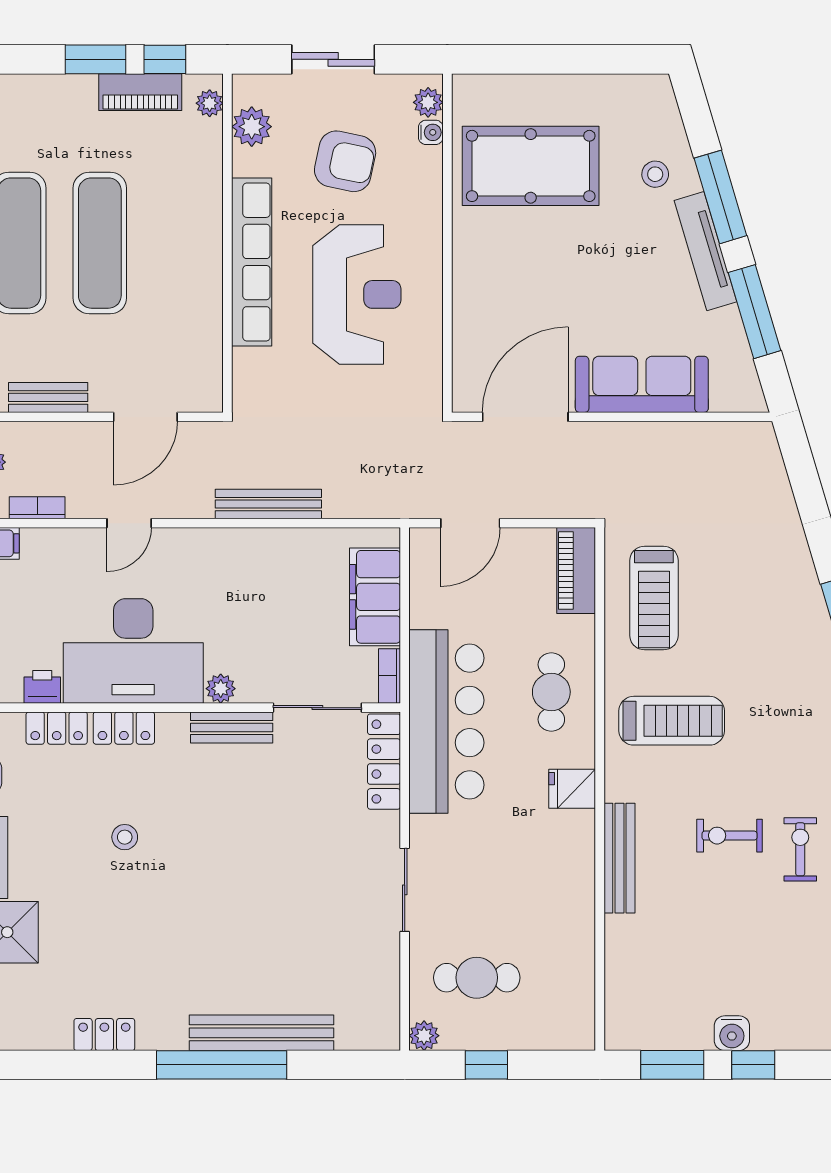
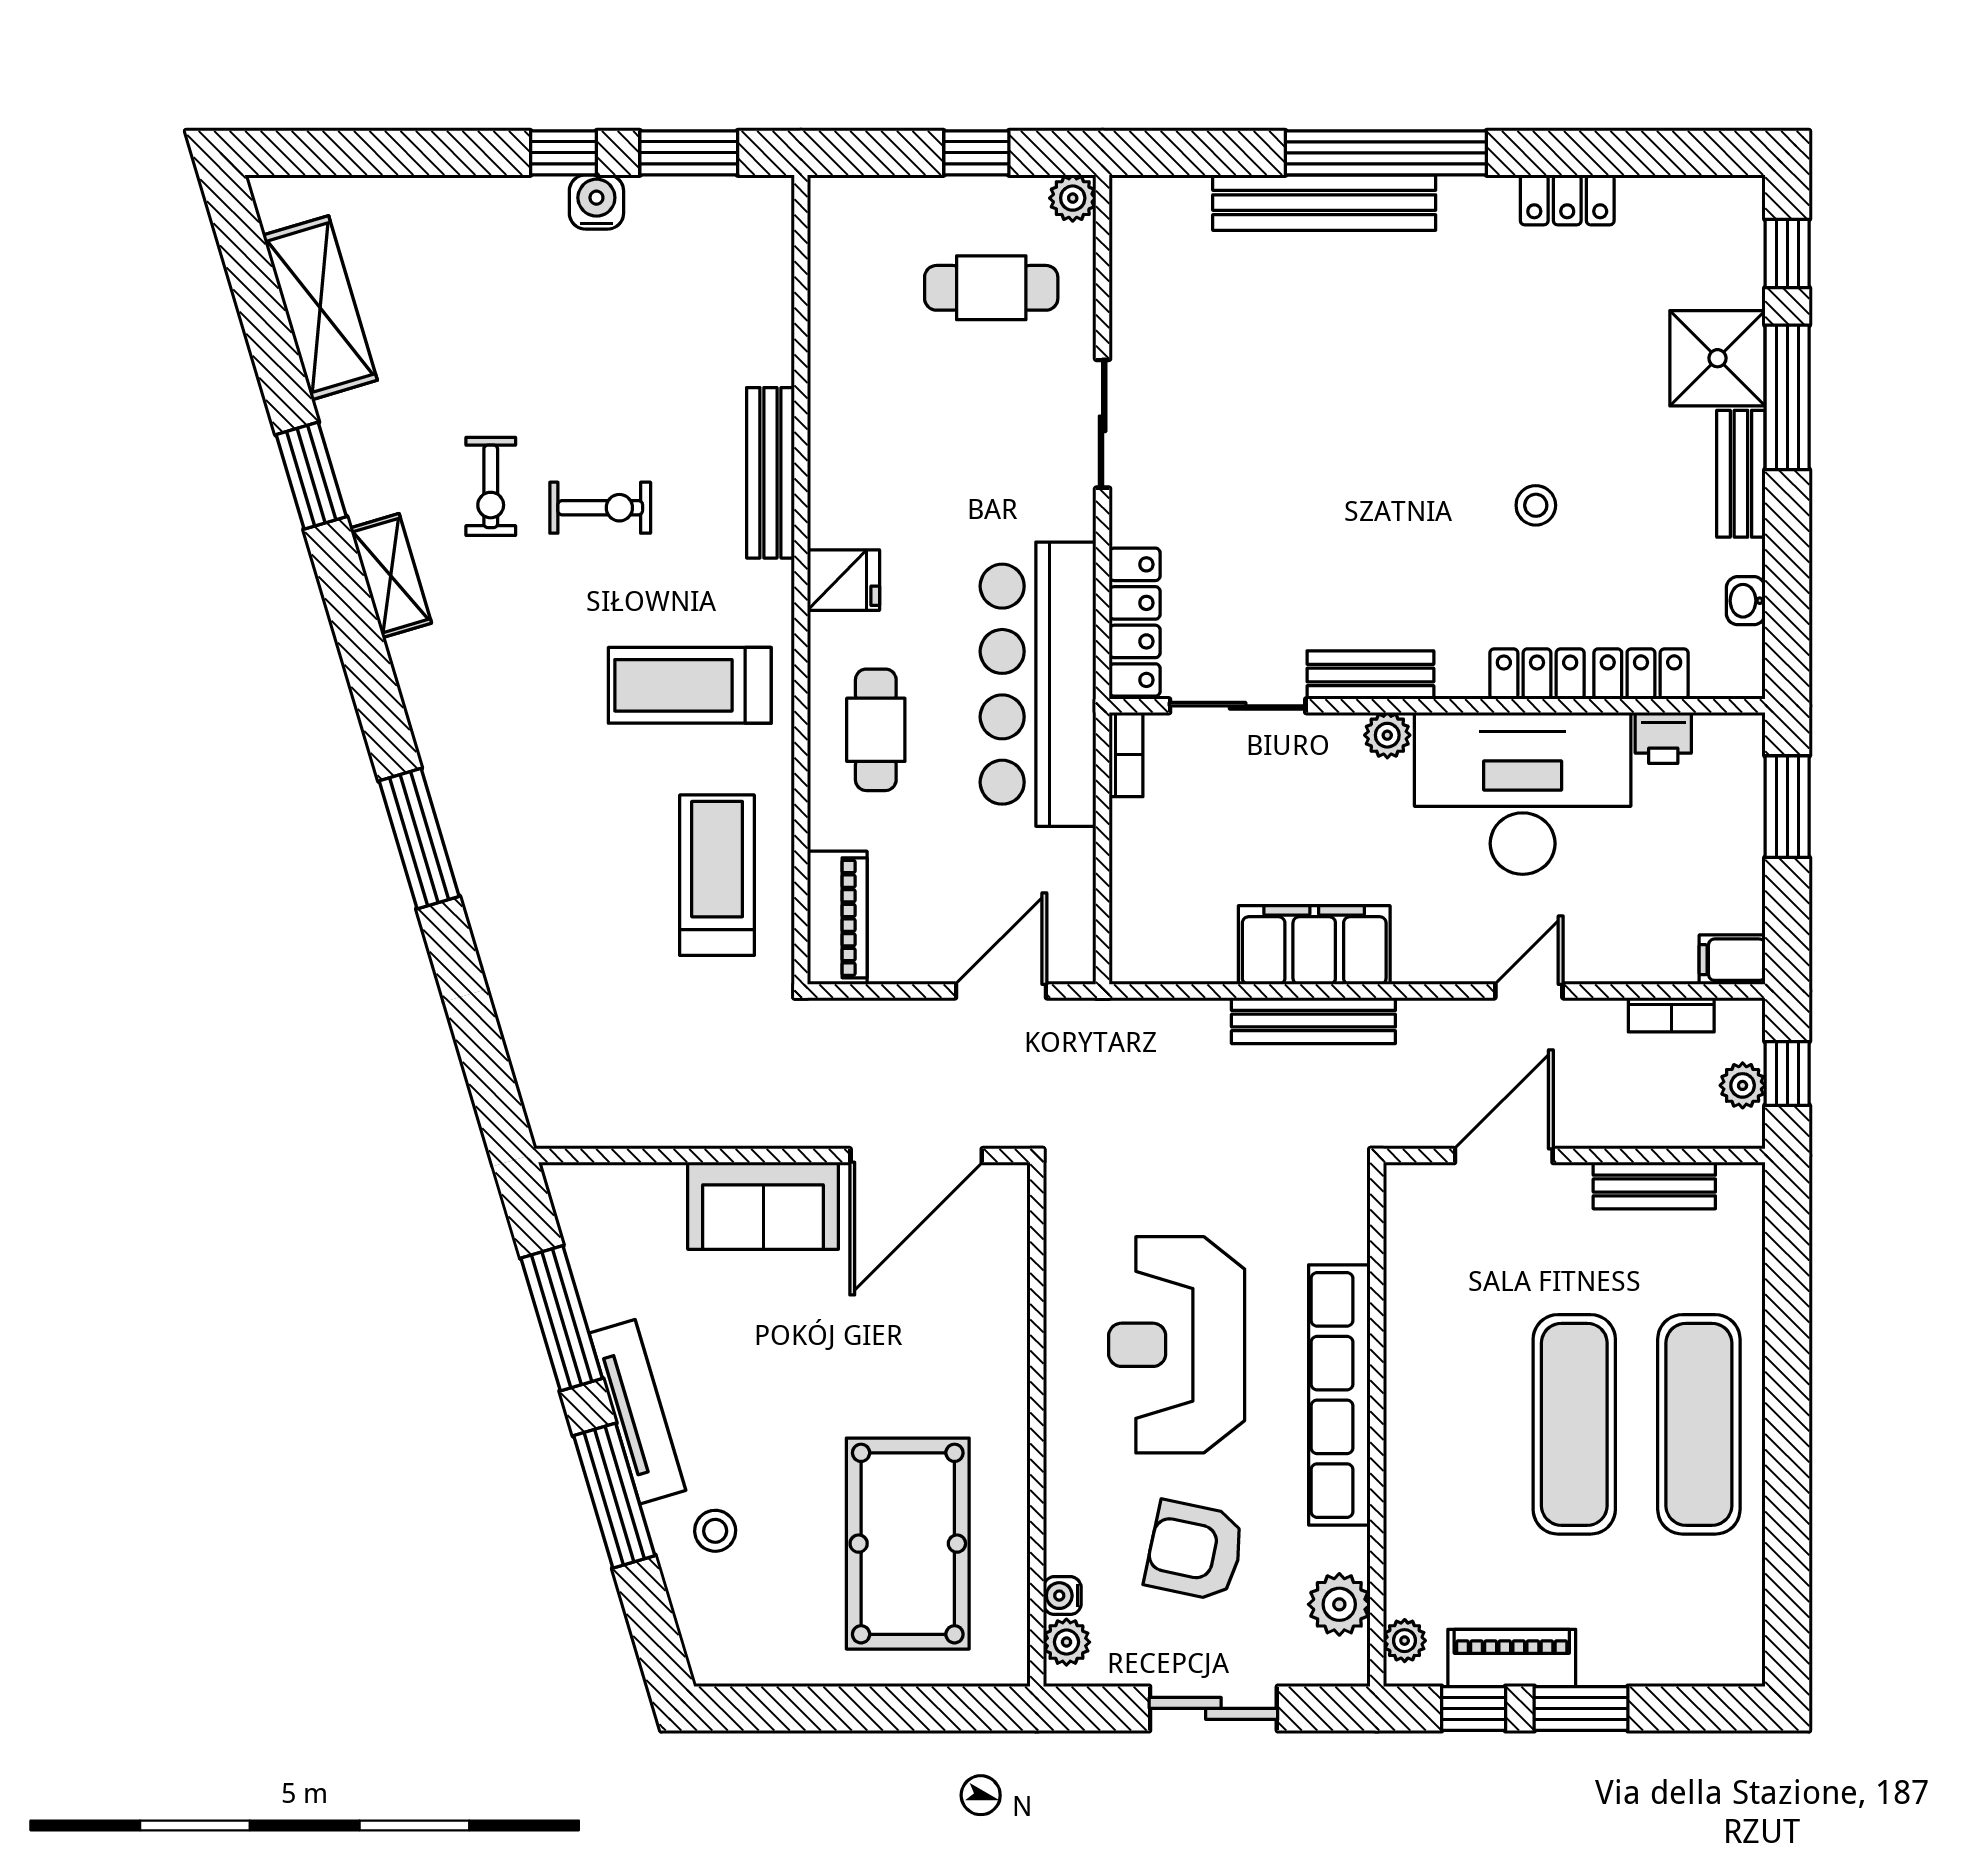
pool table: (531, 166) -> (908, 1544), turned 90
sofa: (642, 384) -> (763, 1206), width x0.73
filing cabinet: (375, 597) -> (1314, 945), moved, turned -90

